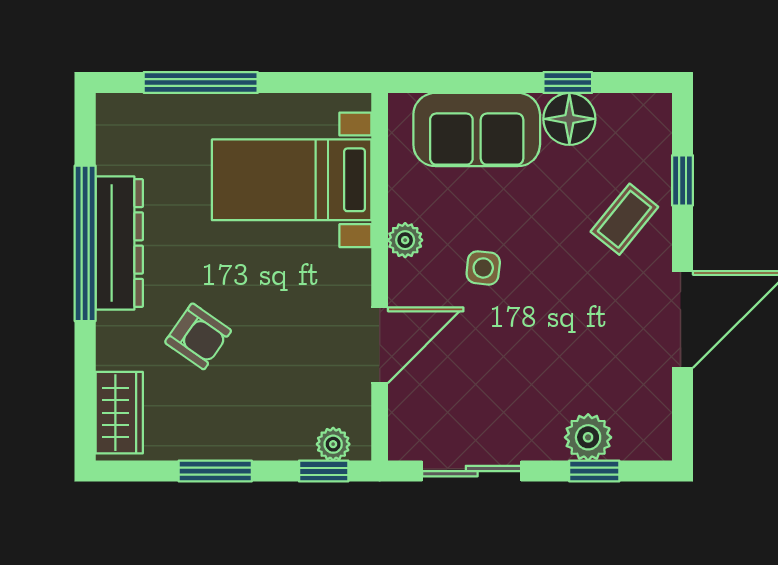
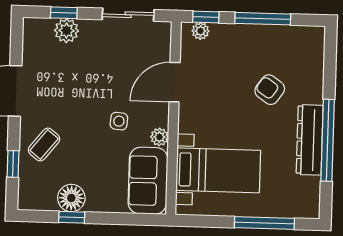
sofa: (477, 130) -> (148, 181), moved, turned -90
wardrobe: (119, 413) -> (312, 51), removed
window: (215, 471) -> (263, 19), width x1.44

